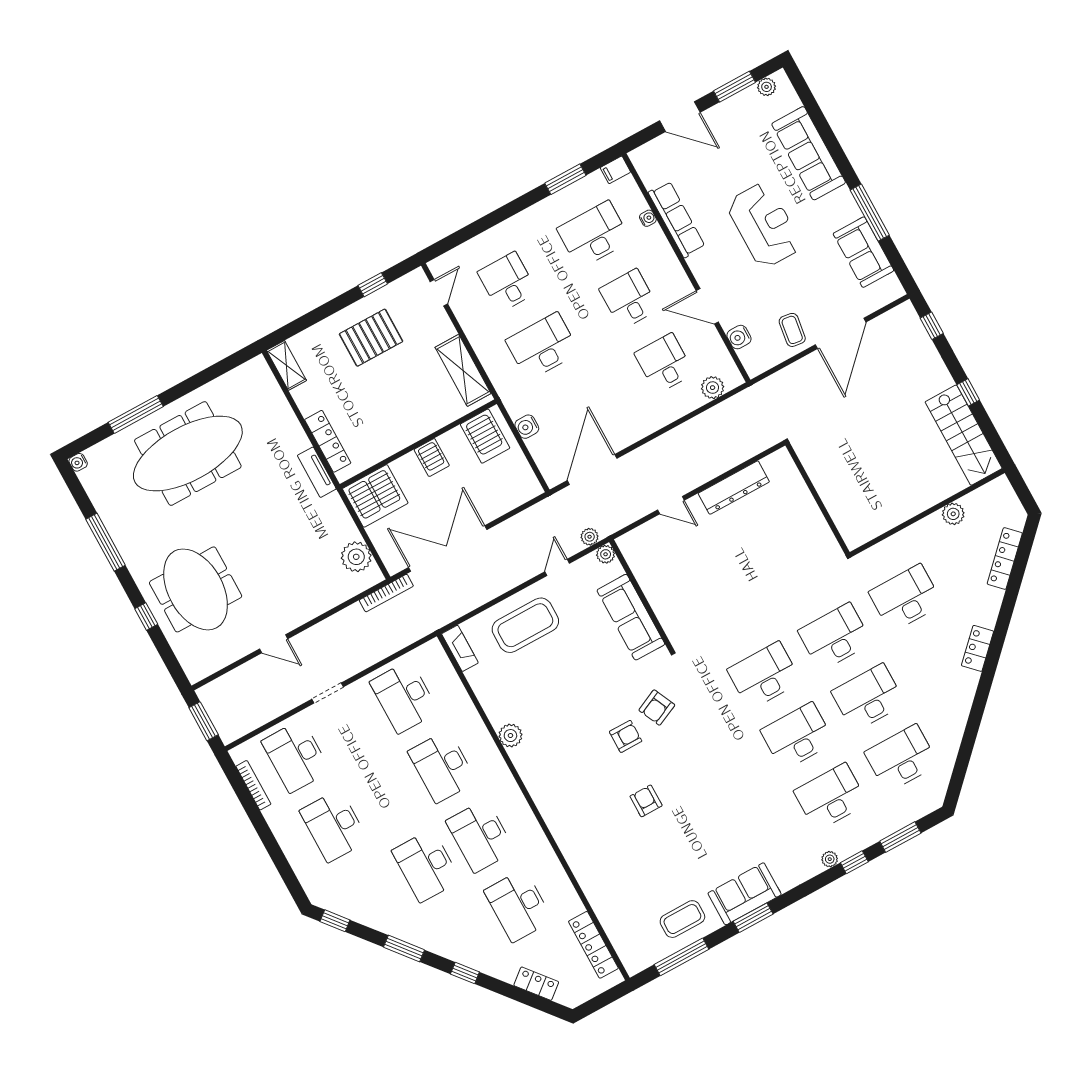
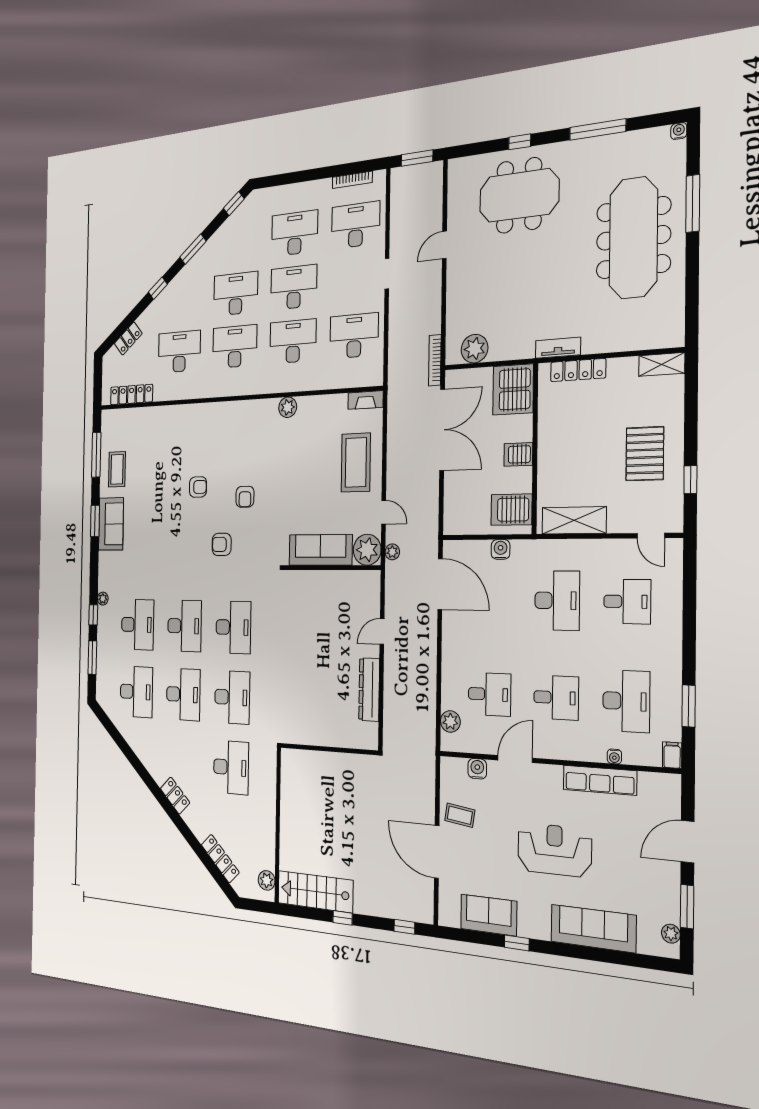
window: (870, 213) -> (517, 943), width x0.46
reception desk: (764, 225) -> (554, 850), turned 180
plant: (953, 514) -> (267, 880), moved
plant: (606, 554) -> (367, 550), width x1.87, depth x1.87
armchair: (657, 708) -> (222, 544), moved, turned -65
desk: (388, 796) -> (294, 287), added

